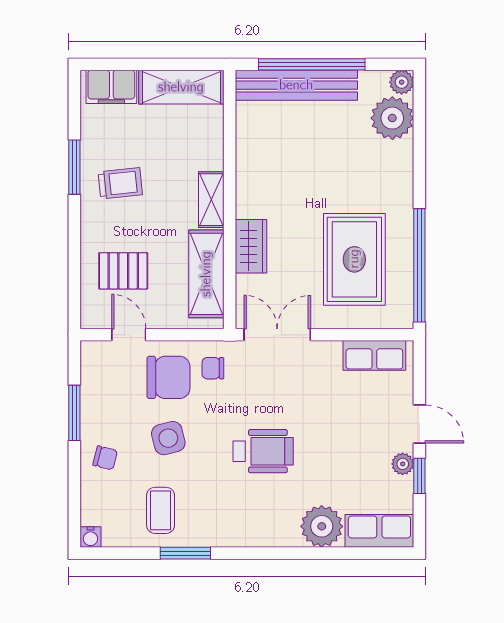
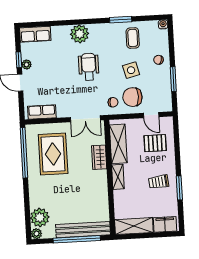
wheelchair: (263, 451) -> (89, 67), turned 90
plant: (322, 526) -> (80, 34), moved

